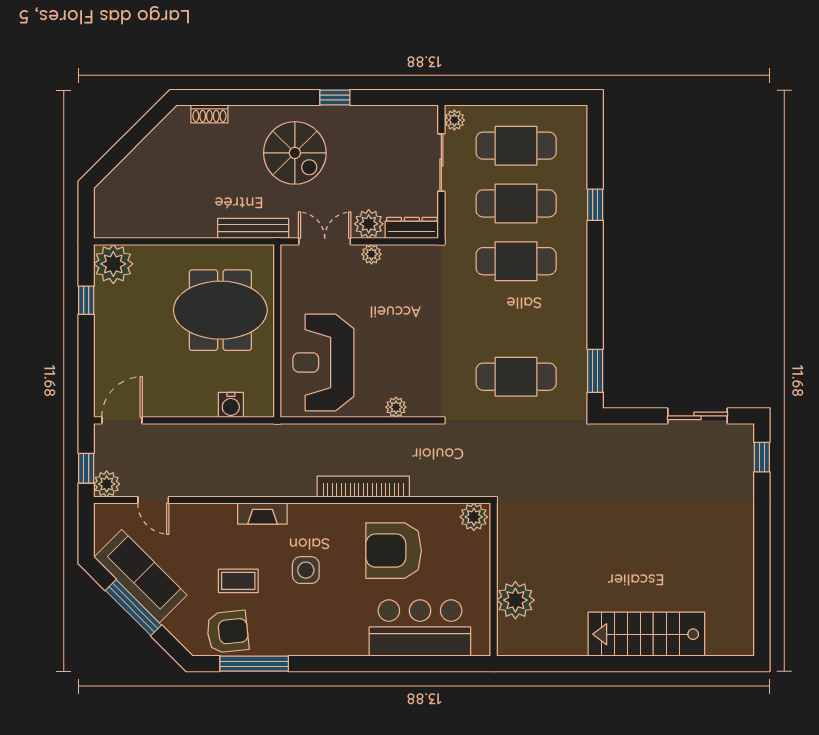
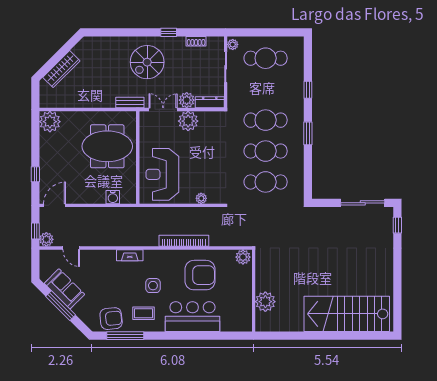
shoe rack: (209, 114) -> (196, 41), moved
spiral stairs: (295, 153) -> (147, 62), turned 90
wardrobe: (135, 166) -> (61, 69), added
cafe table: (516, 203) -> (266, 151), moved
bench: (253, 228) -> (130, 103), width x0.73
plant: (371, 254) -> (188, 121), width x1.87, depth x1.87
window: (86, 300) -> (35, 174), moved
window: (595, 371) -> (308, 133), moved
sliding door: (697, 416) -> (363, 203), width x1.37
armchair: (394, 551) -> (200, 275), turned 180
sofa: (140, 576) -> (64, 289), width x0.73
coffee table: (238, 581) -> (143, 313), moved
bar counter: (420, 628) -> (192, 317), moved
stairs: (646, 634) -> (347, 314), width x1.36, depth x1.51

